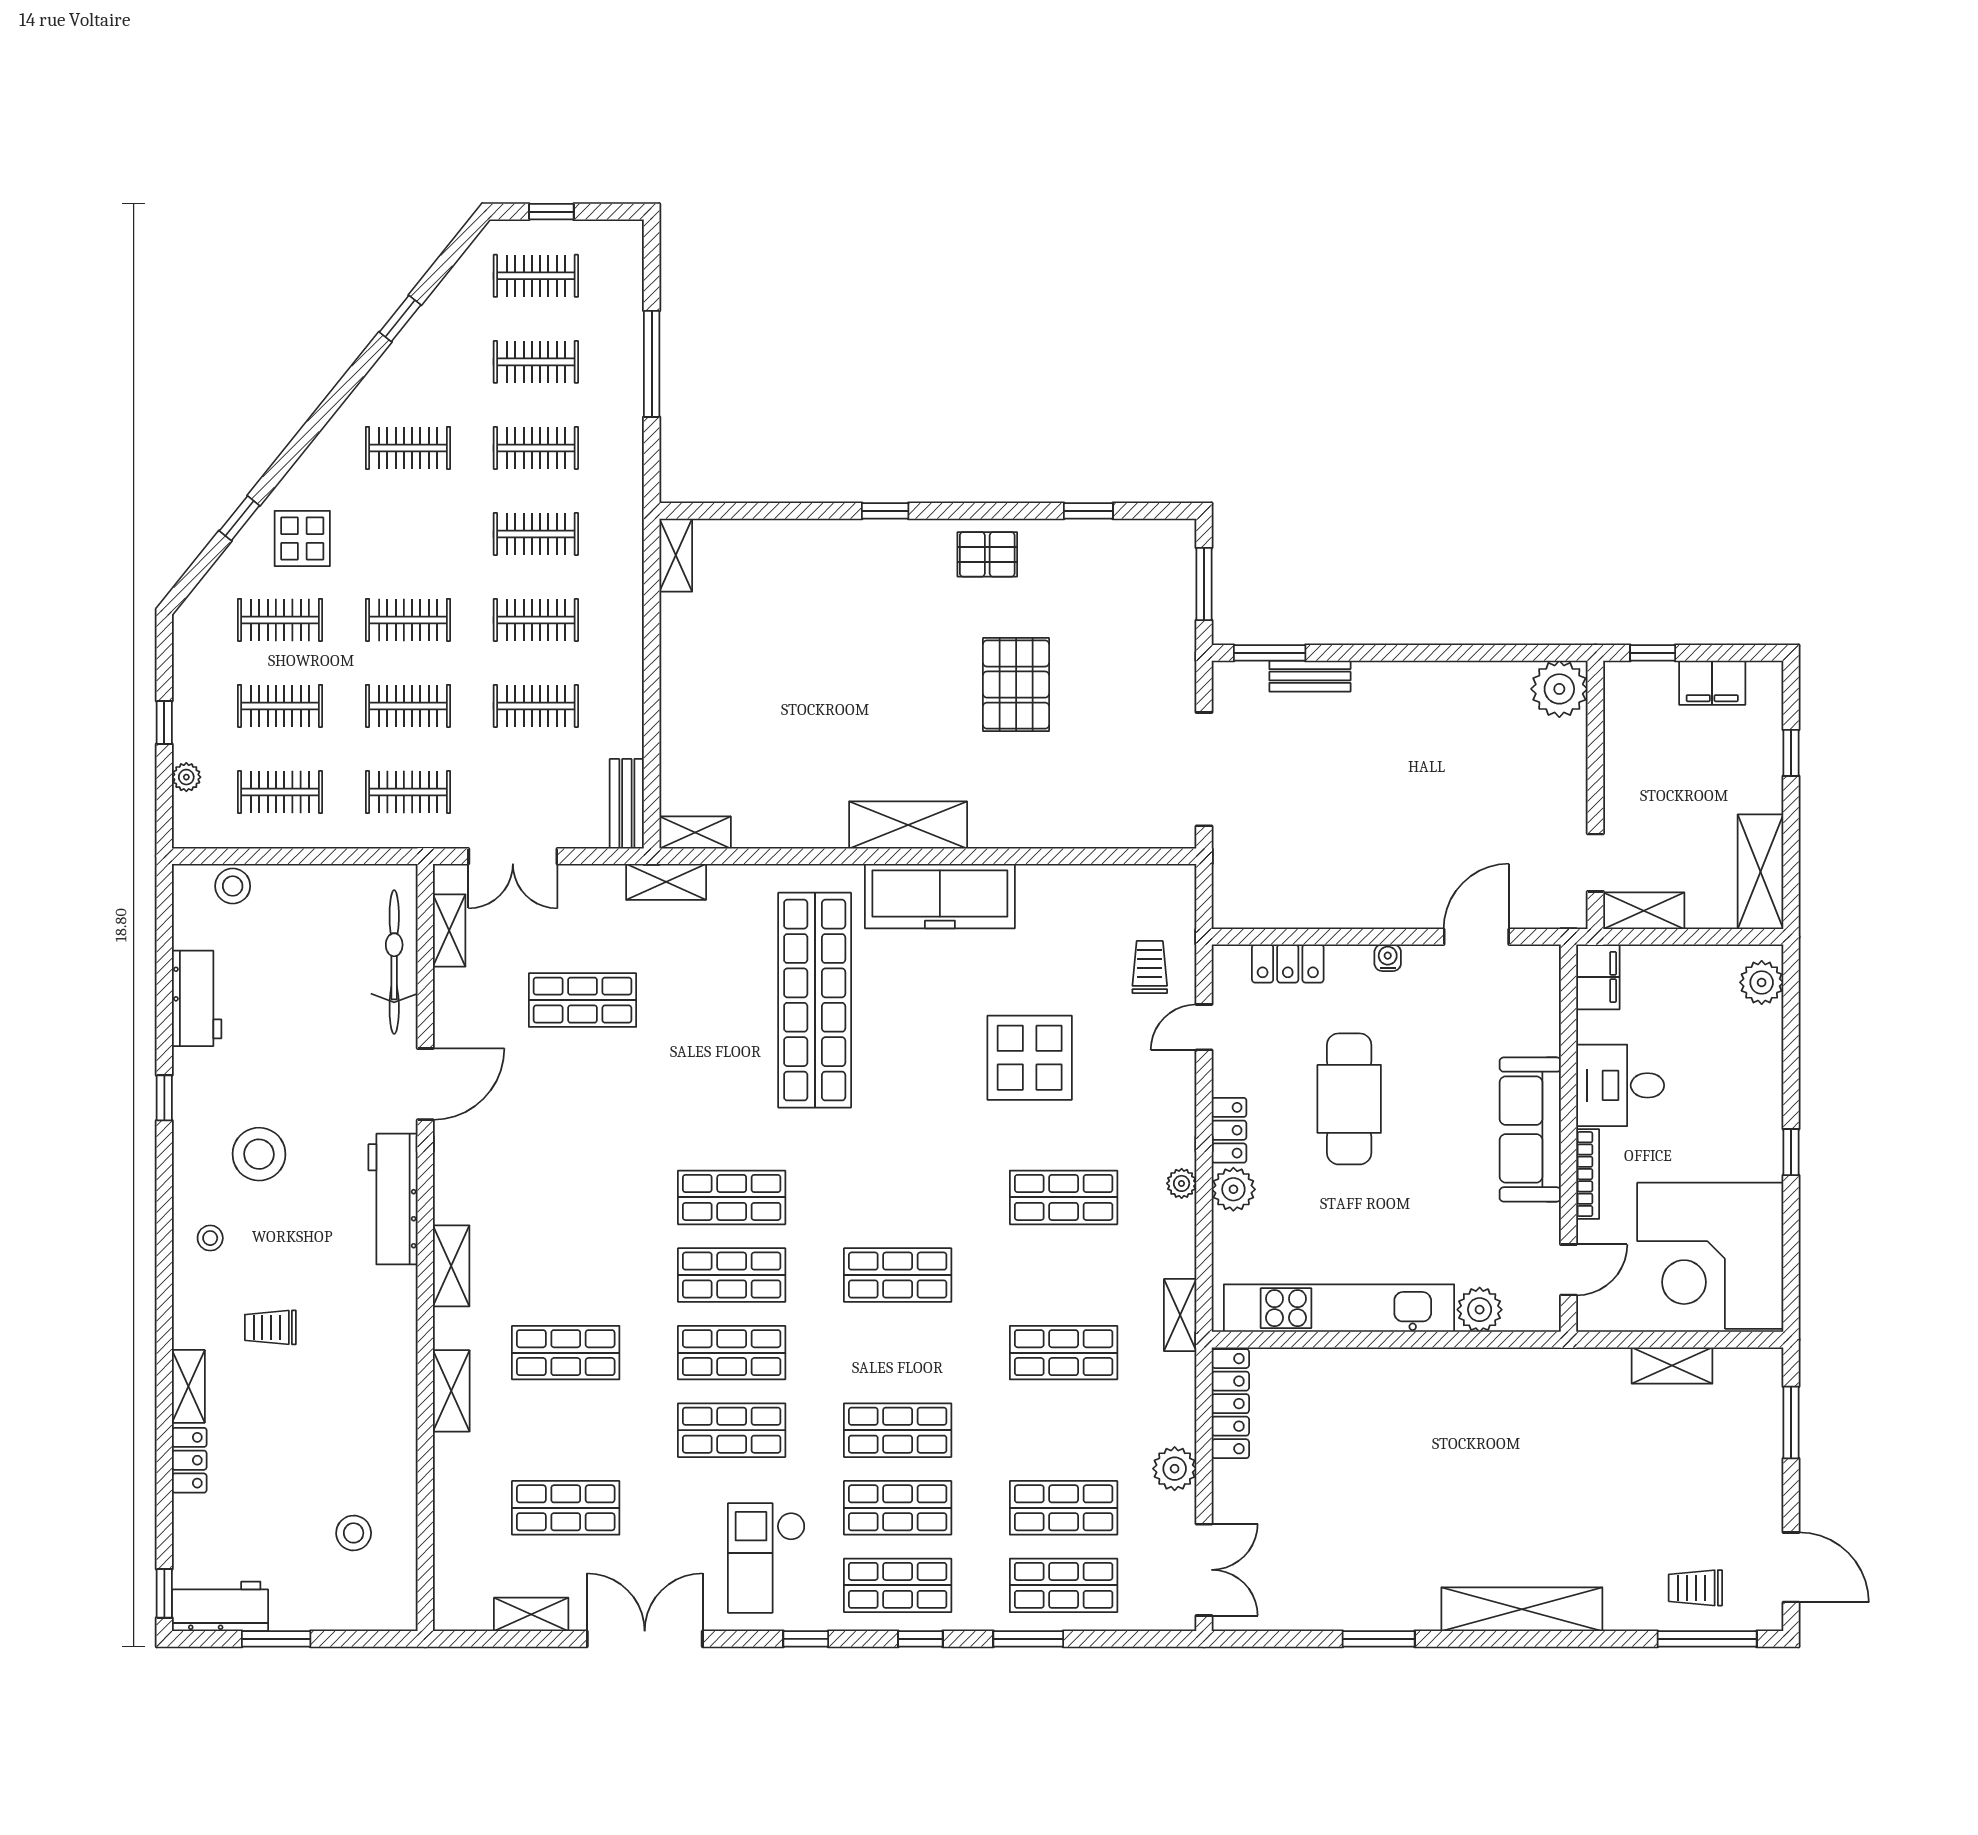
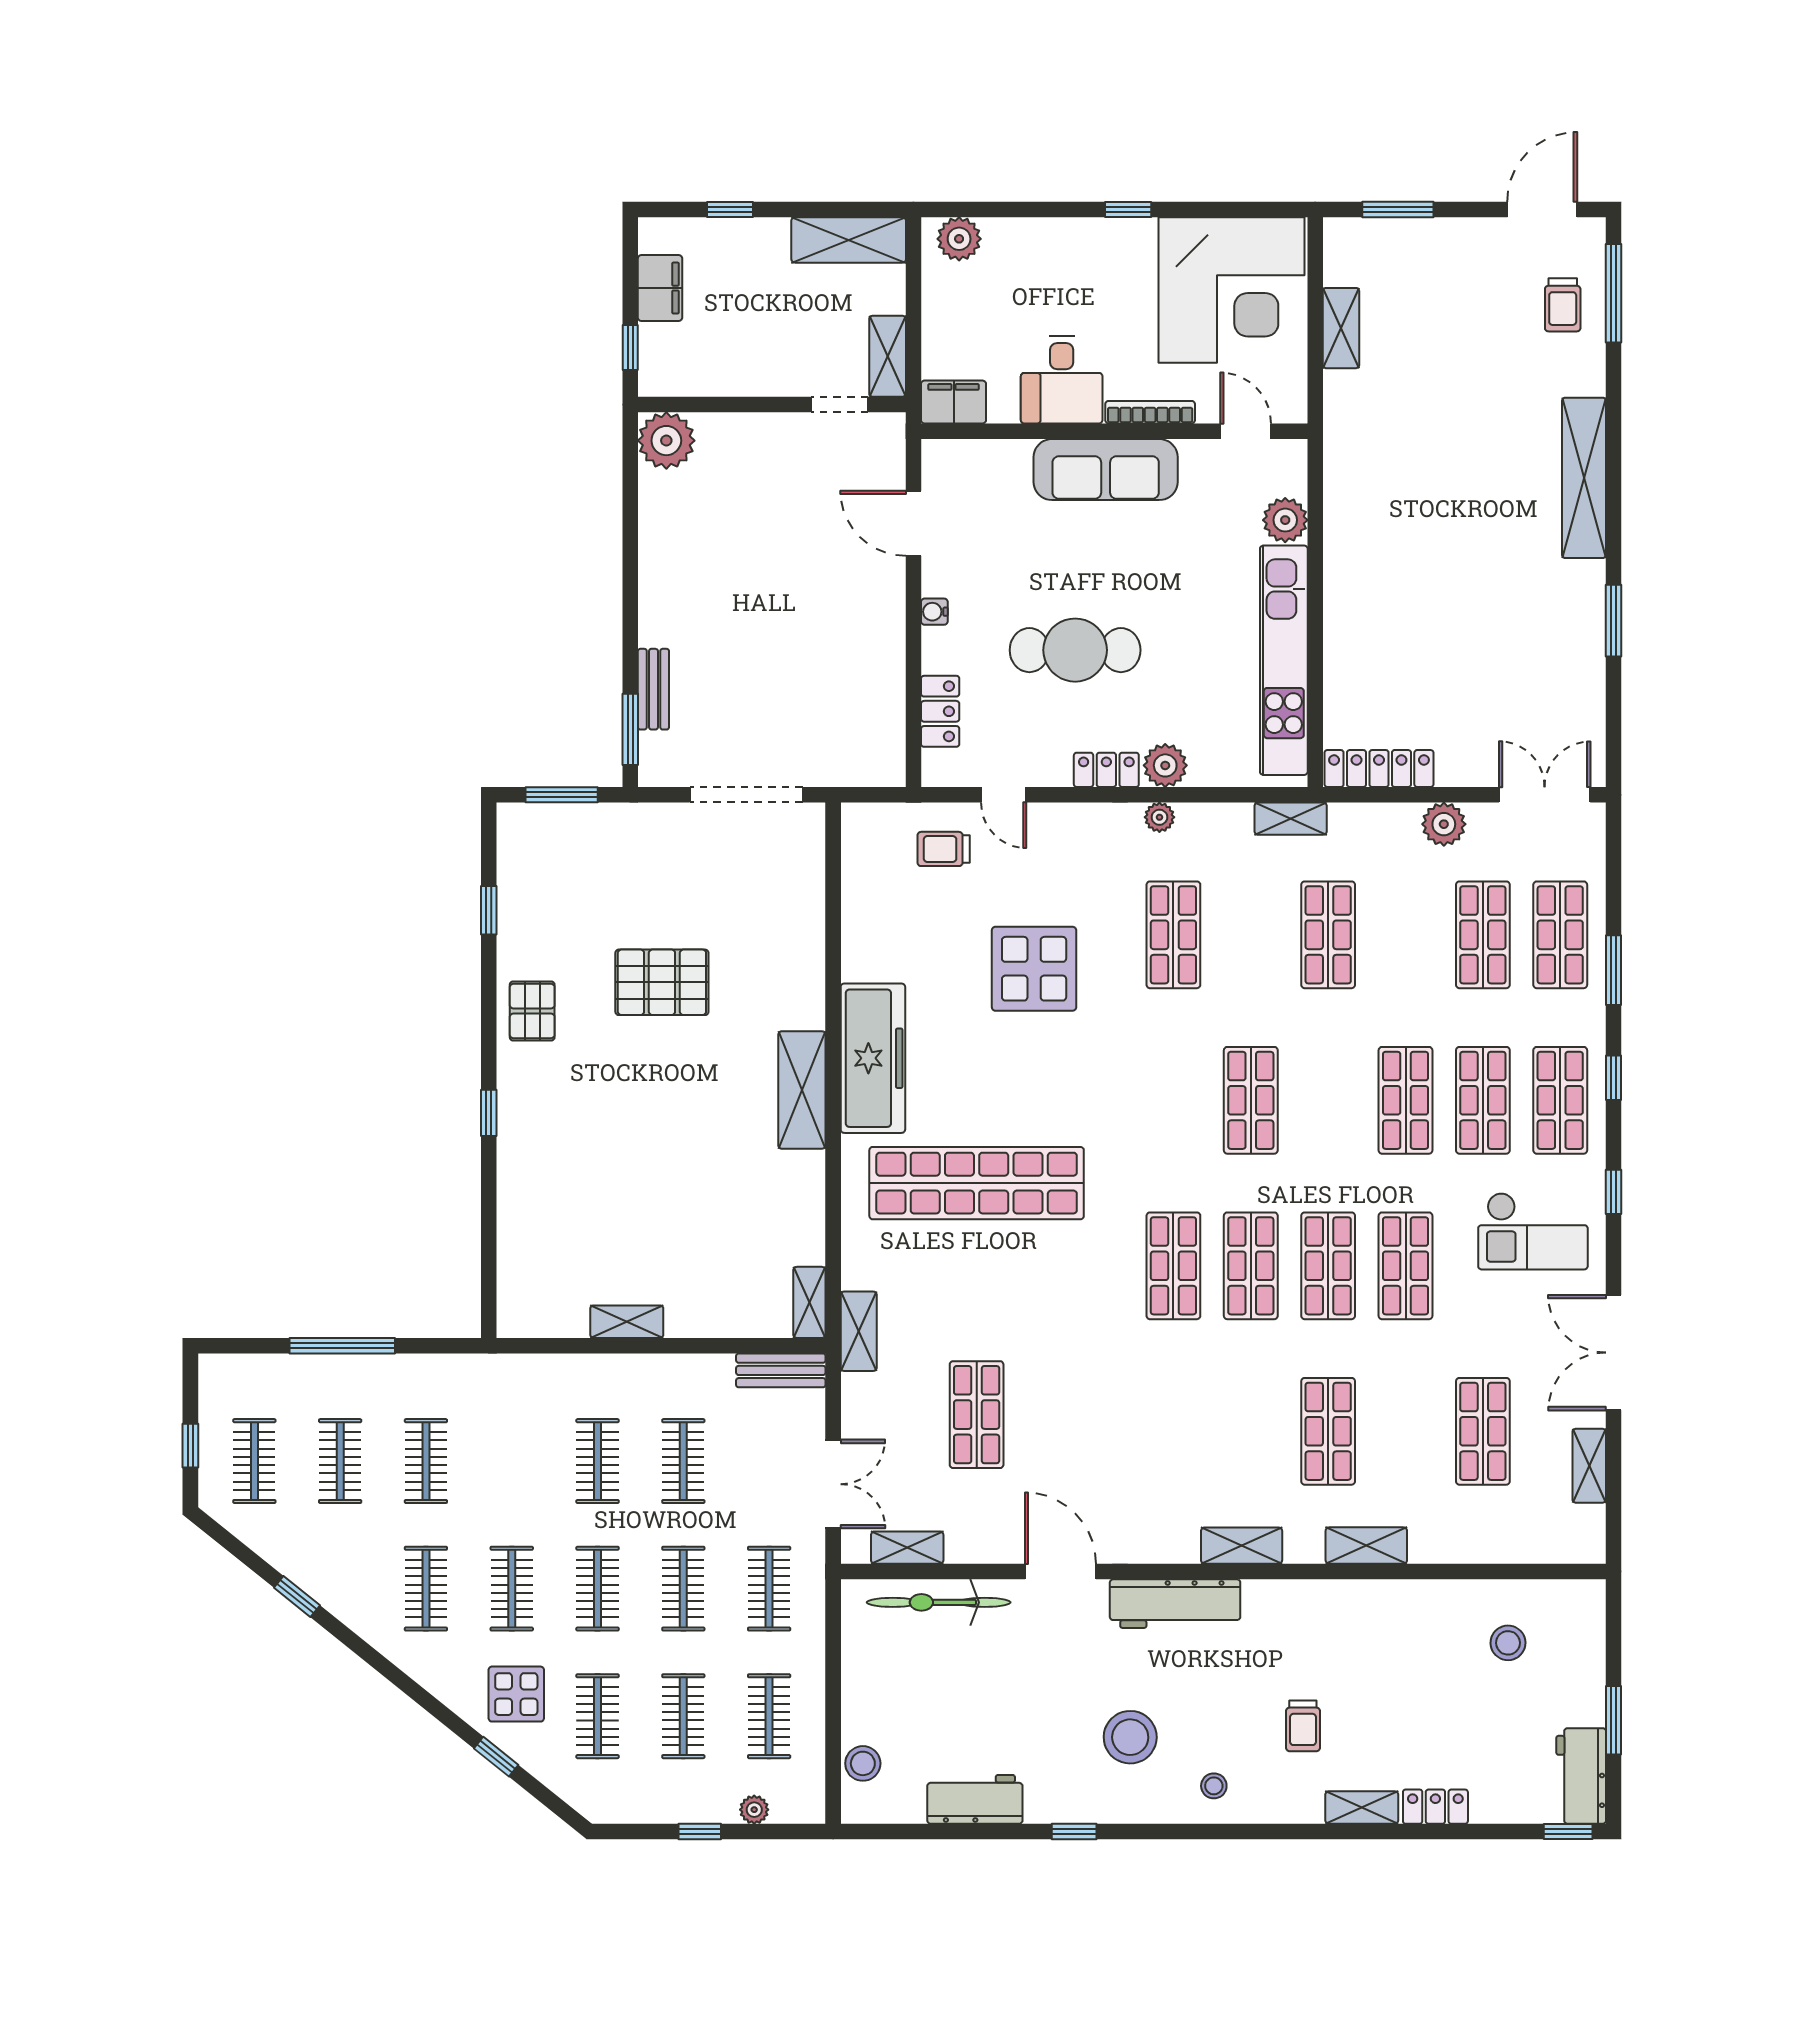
clothes rail: (536, 534) -> (512, 1589), moved
shelving: (676, 555) -> (627, 1322), moved

